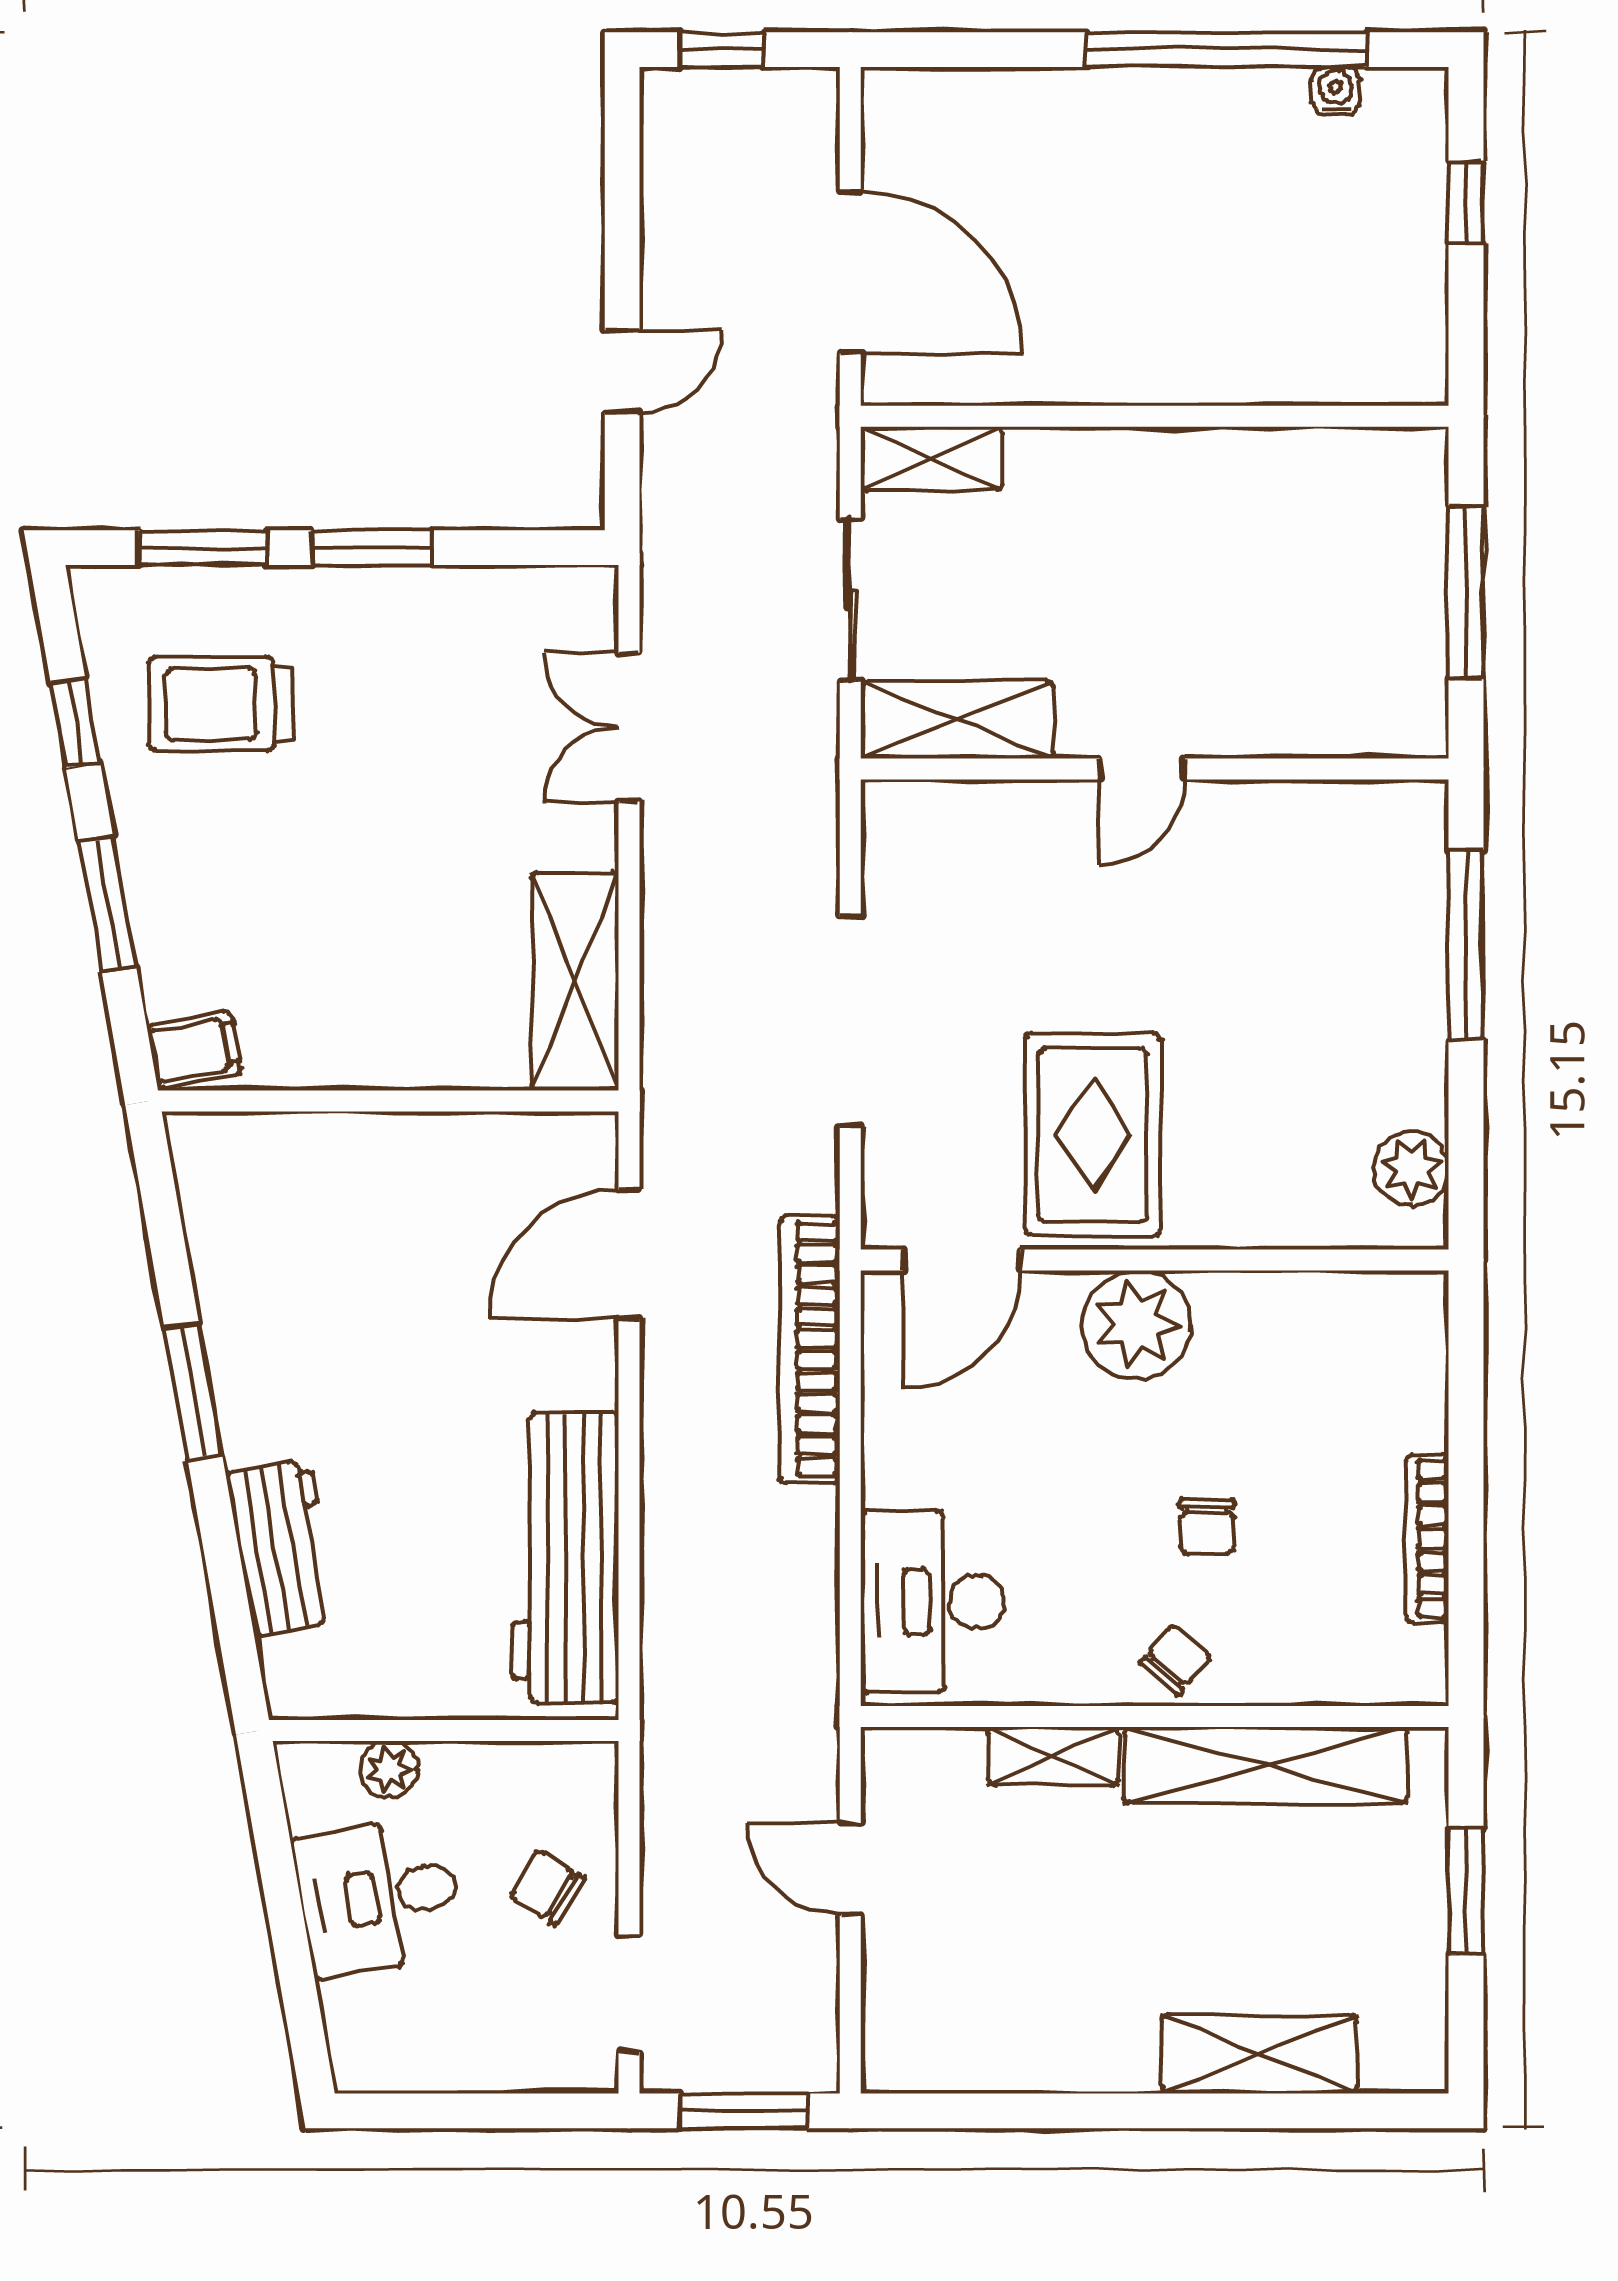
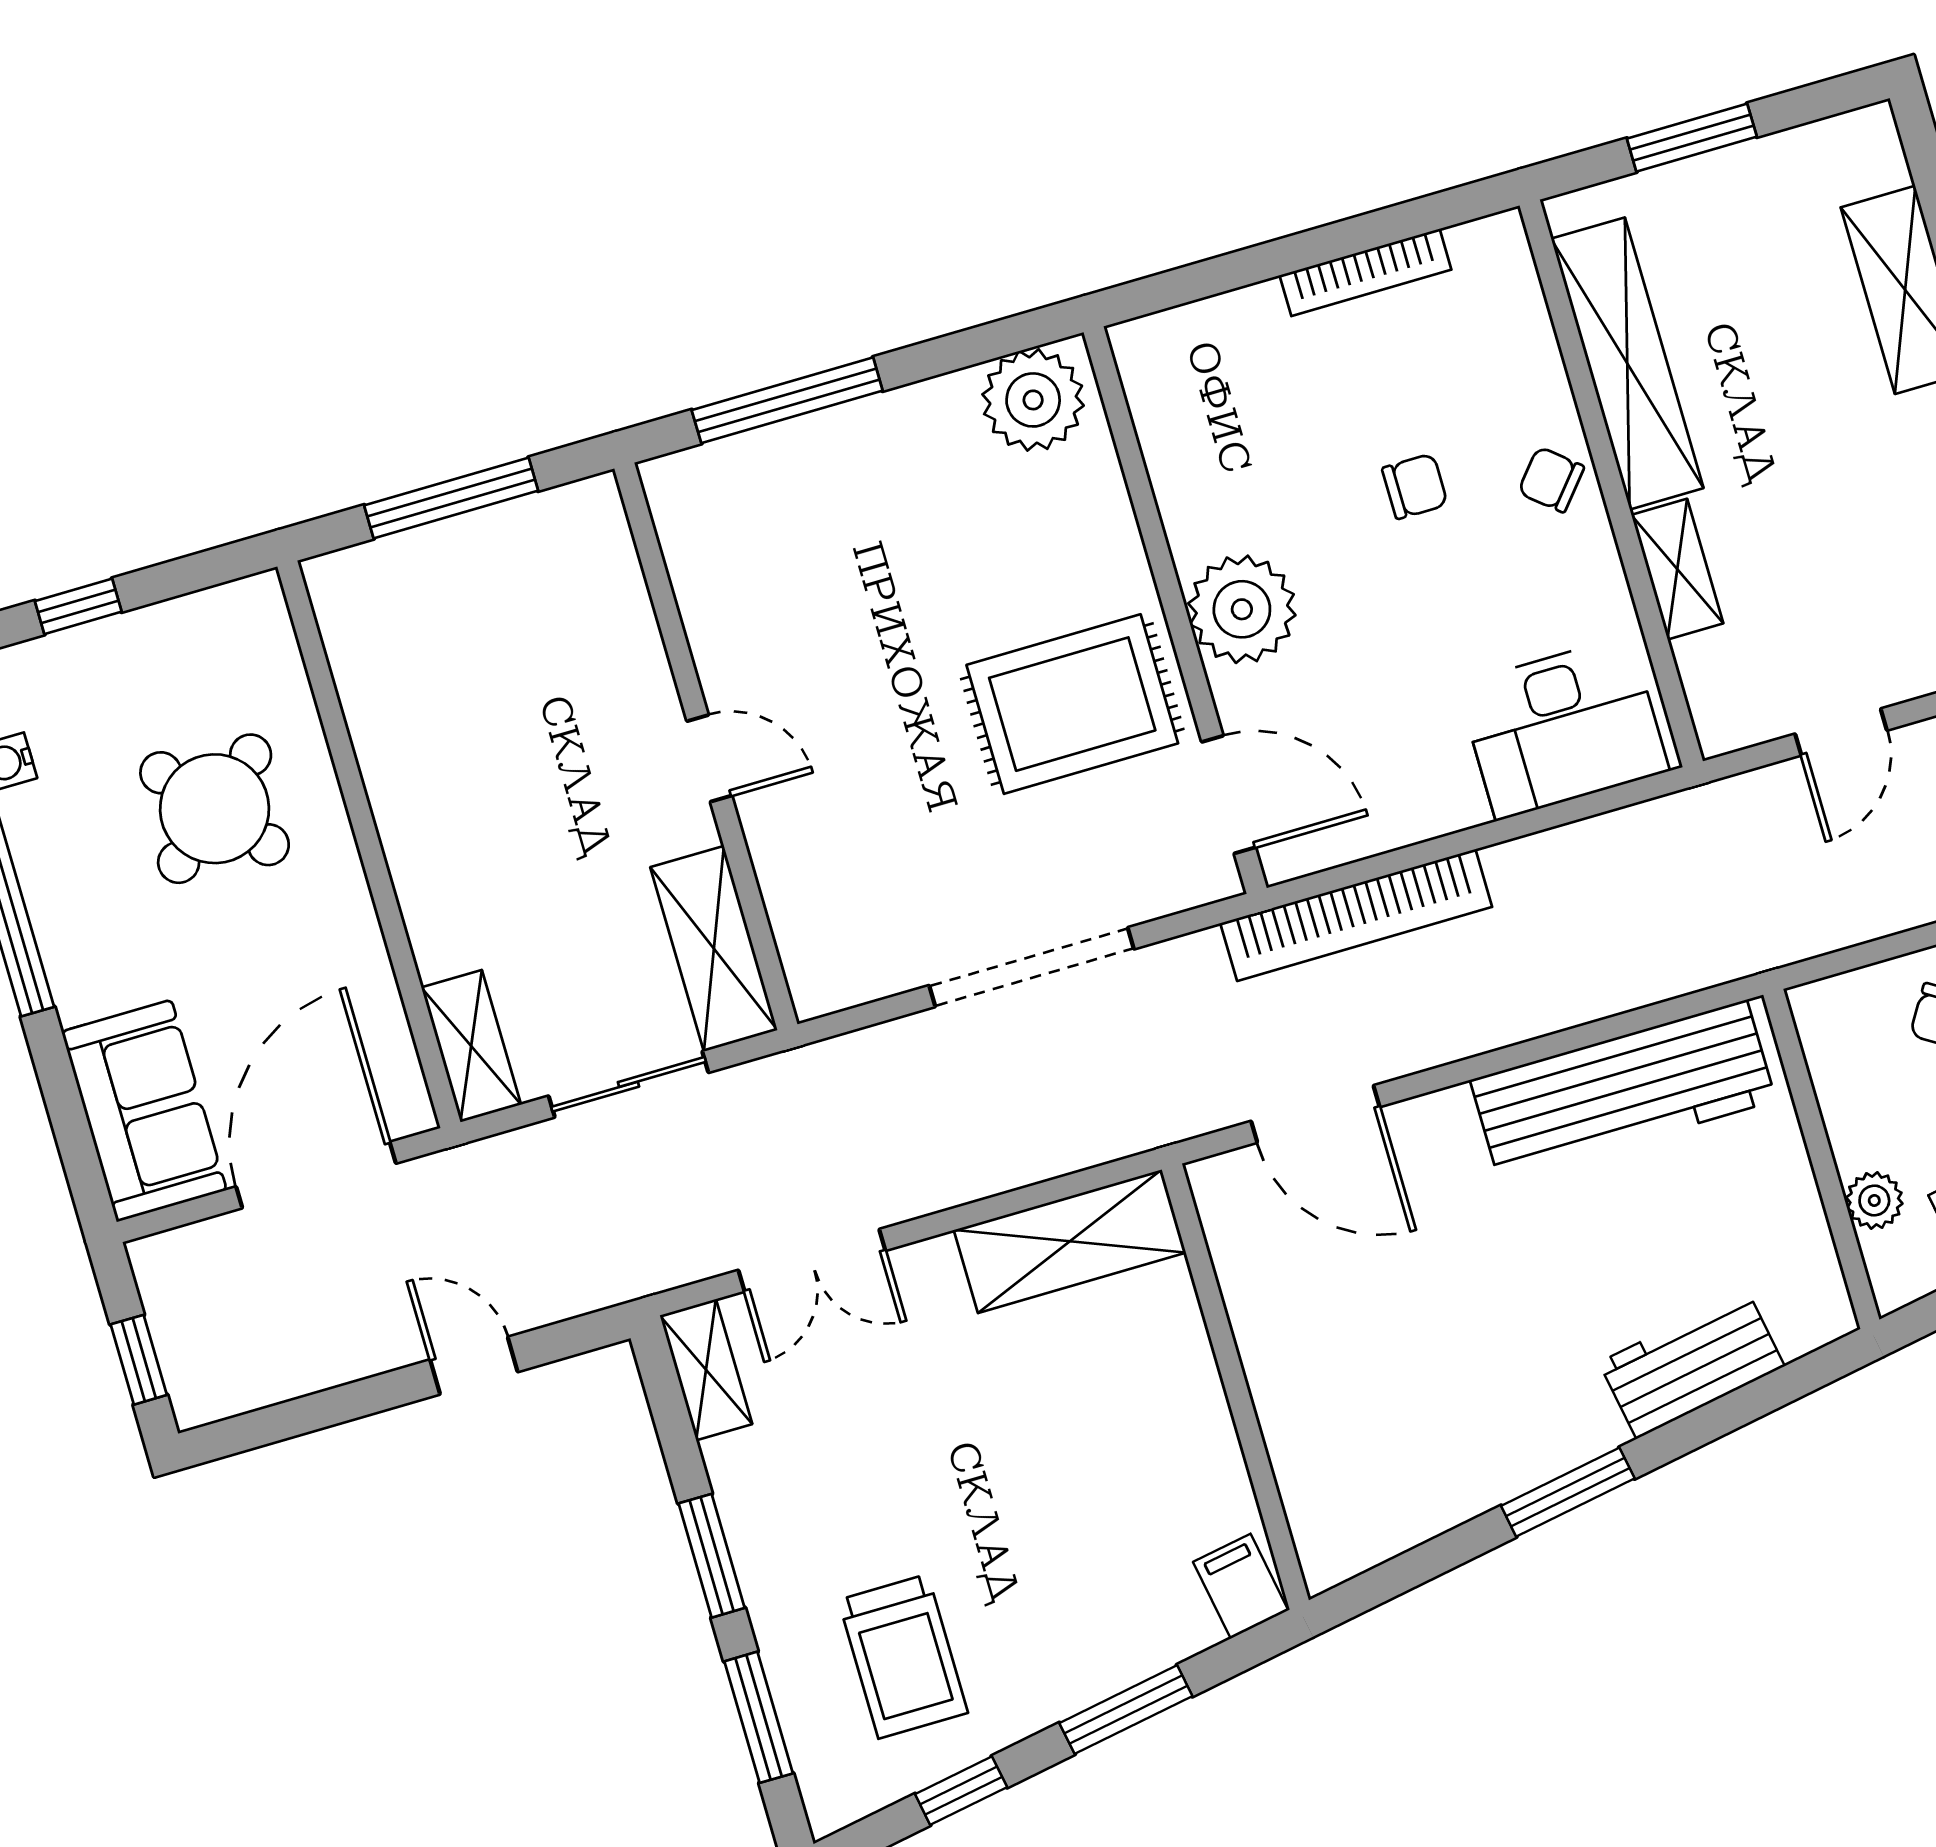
sofa: (961, 125) -> (144, 1111), added
round table: (1232, 277) -> (215, 809), added
shelving: (553, 594) -> (706, 1370), added
plant: (1411, 1168) -> (1033, 400), width x1.36, depth x1.36

